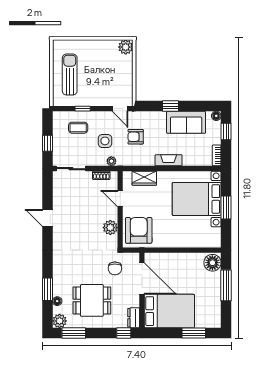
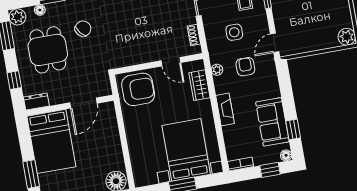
window: (171, 106) -> (293, 129), moved
plant: (111, 161) -> (217, 70), moved
door: (120, 199) -> (171, 62), swing flipped
plant: (110, 228) -> (136, 56), removed
chair: (115, 268) -> (83, 29), moved, turned 141
door: (142, 278) -> (83, 103), width x0.73
window: (124, 333) -> (14, 80), moved

